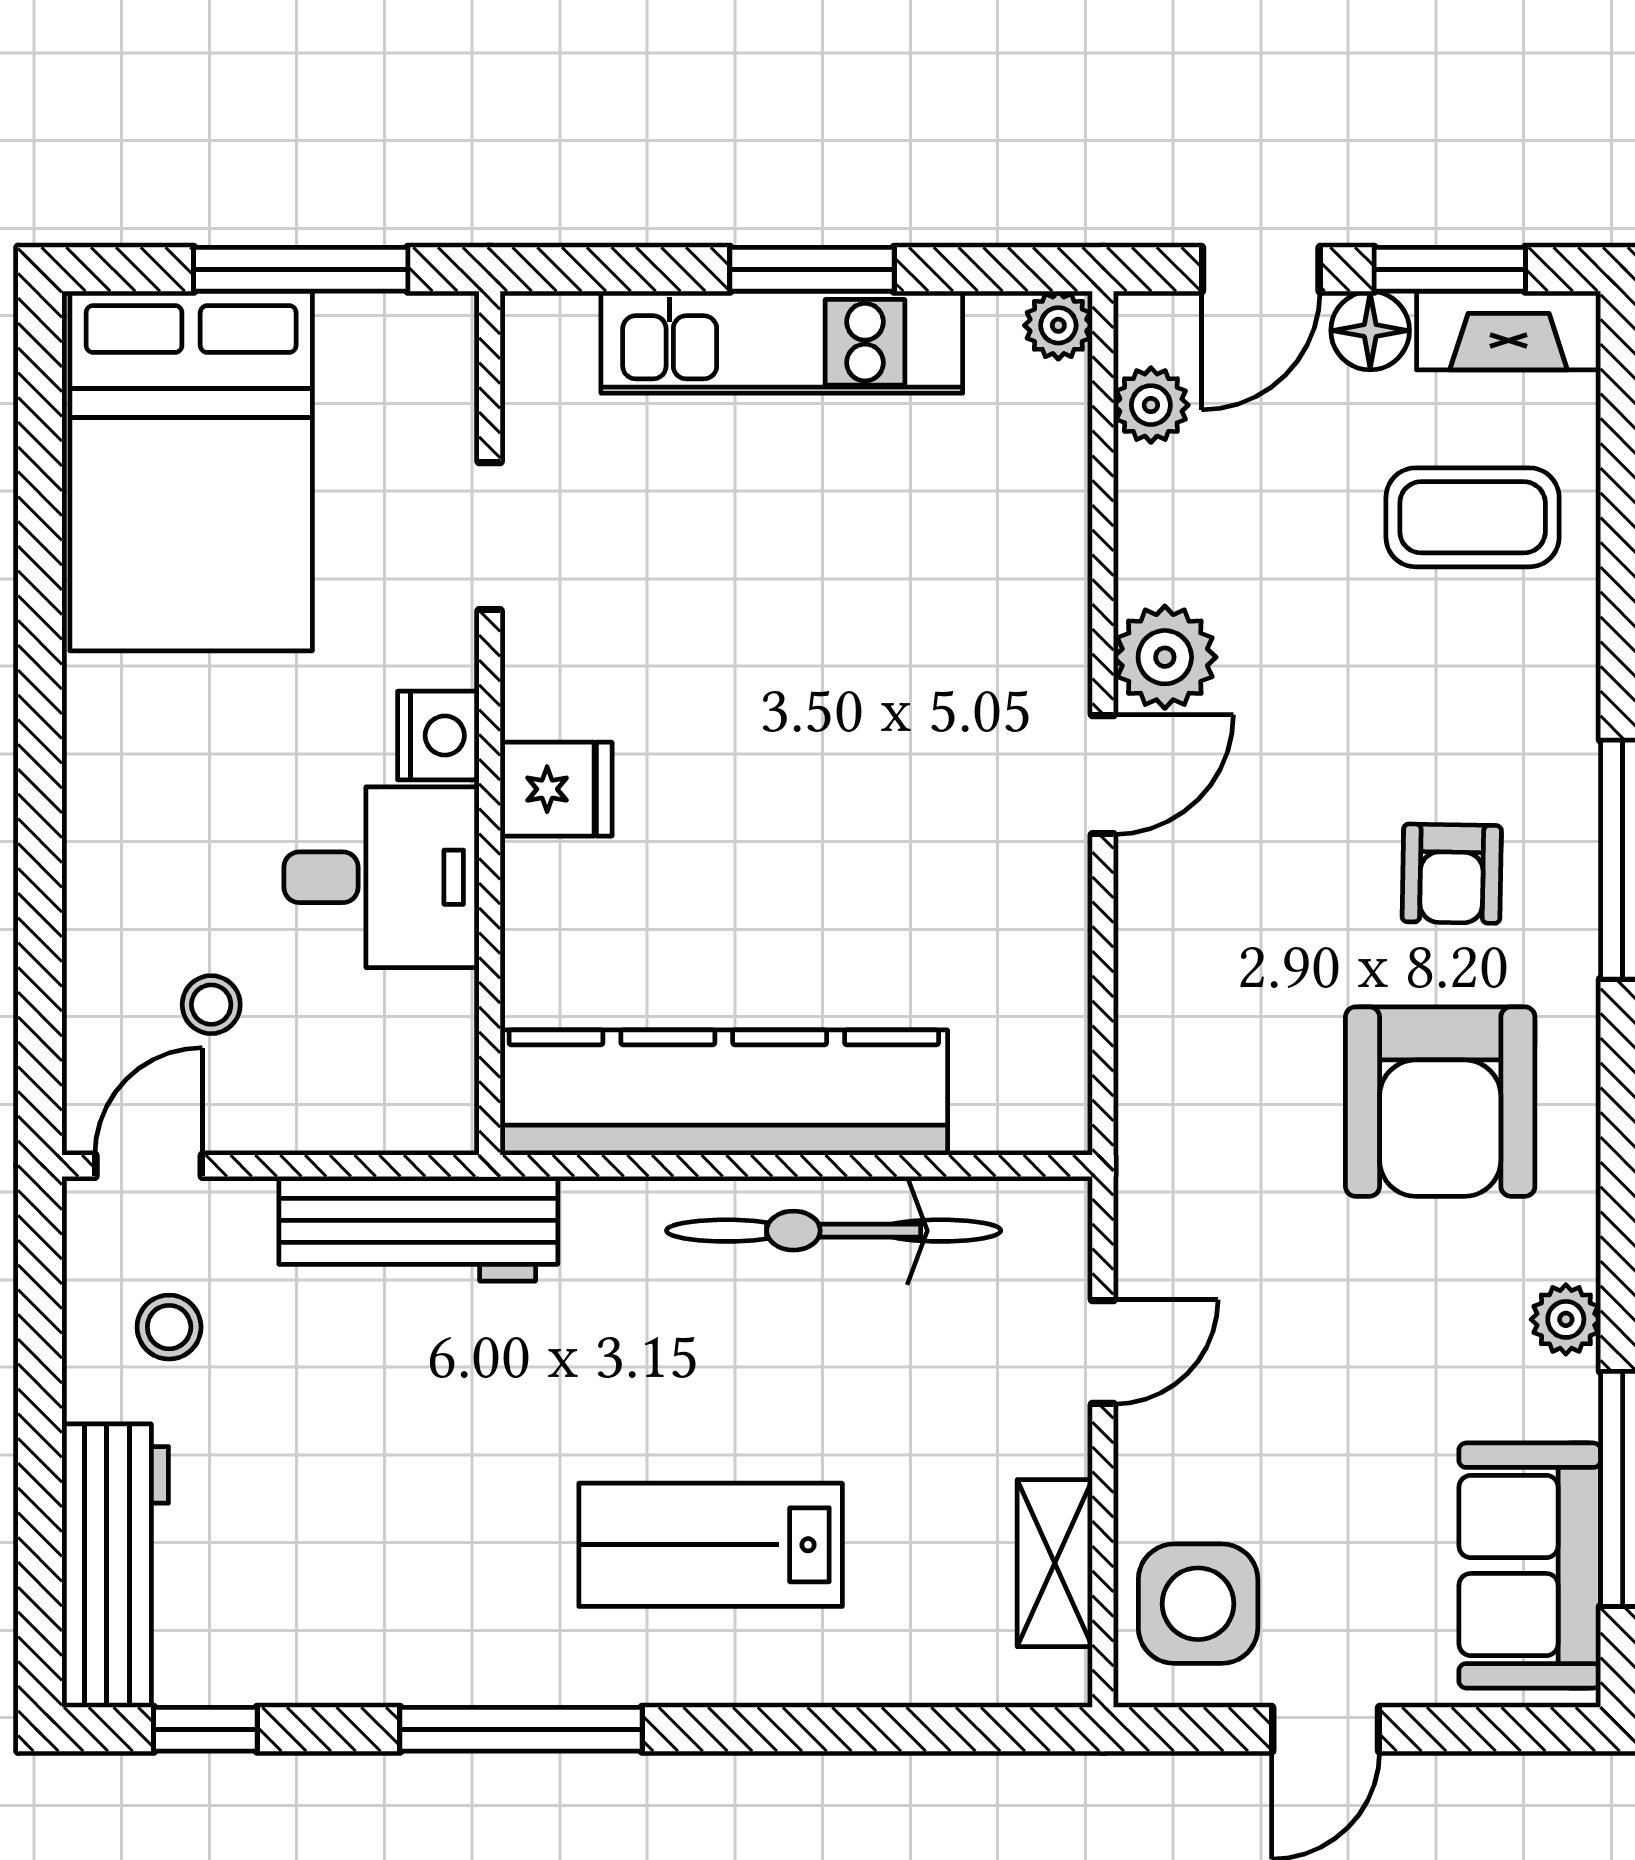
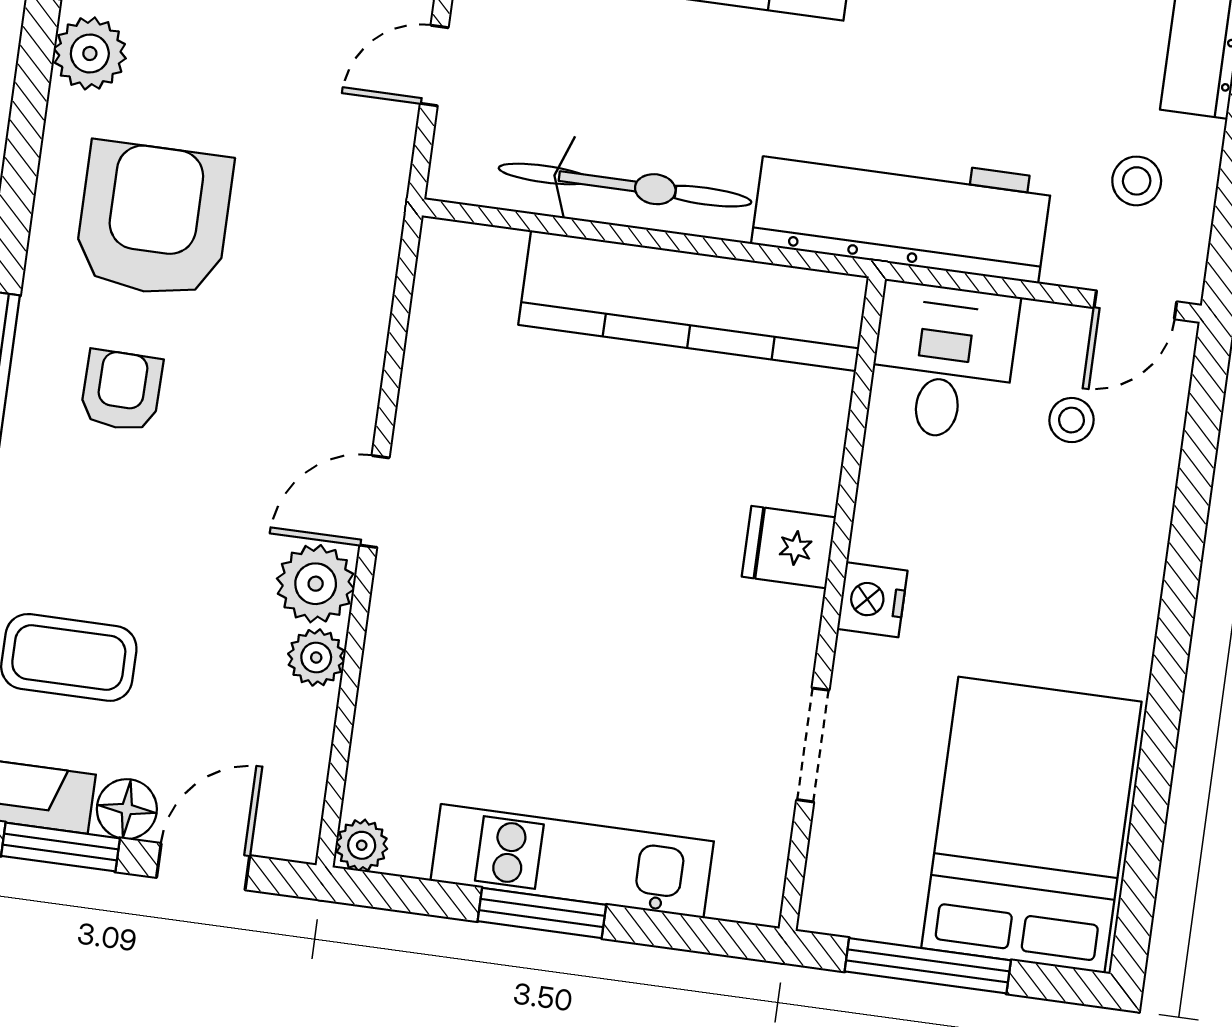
plant: (1151, 405) -> (316, 658), moved
desk: (381, 877) -> (943, 362), moved, turned 90
workbench: (418, 1229) -> (902, 211), width x1.36, depth x1.32
plant: (1566, 1319) -> (90, 53), width x1.38, depth x1.38

